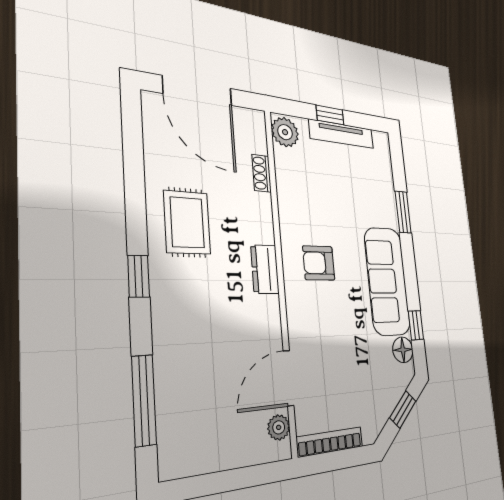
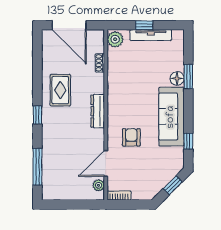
armchair: (319, 263) -> (131, 137), moved, turned 90
dresser: (265, 269) -> (98, 111), width x1.44
floor lamp: (403, 350) -> (177, 78), moved
bookcase: (330, 442) -> (119, 195), width x0.64

